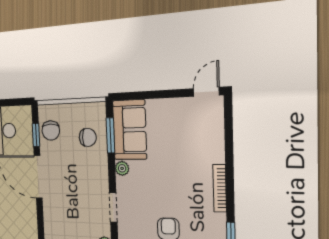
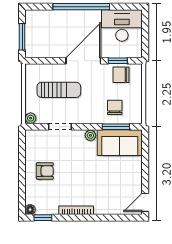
door: (206, 92) -> (145, 202), swing flipped
chair: (88, 137) -> (115, 107), turned 180
sun lounger: (71, 207) -> (59, 90), added

